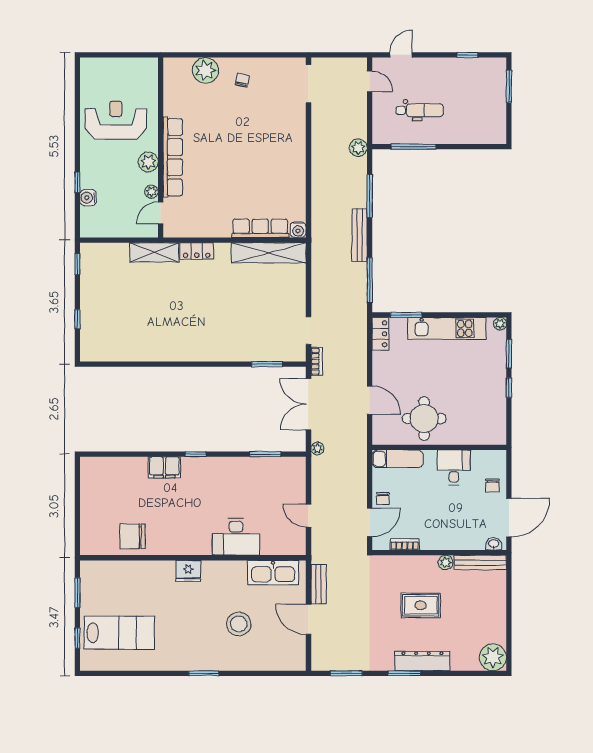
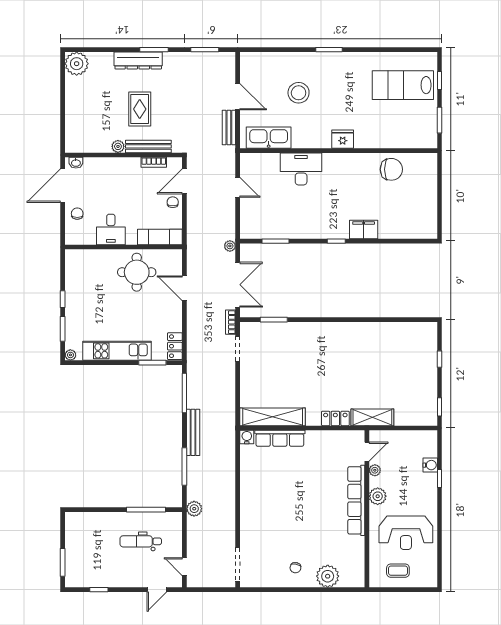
coffee table: (125, 77) -> (398, 571), added
bench: (480, 563) -> (148, 146), moved
rug: (421, 605) -> (140, 109), turned 90

